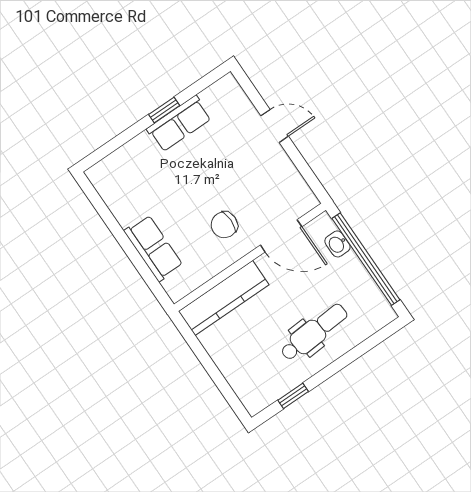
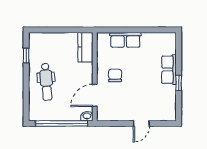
row of seats: (179, 124) -> (169, 70), moved
washbasin: (337, 244) -> (87, 116), moved
kitchen counter: (224, 298) -> (85, 47), width x0.67

